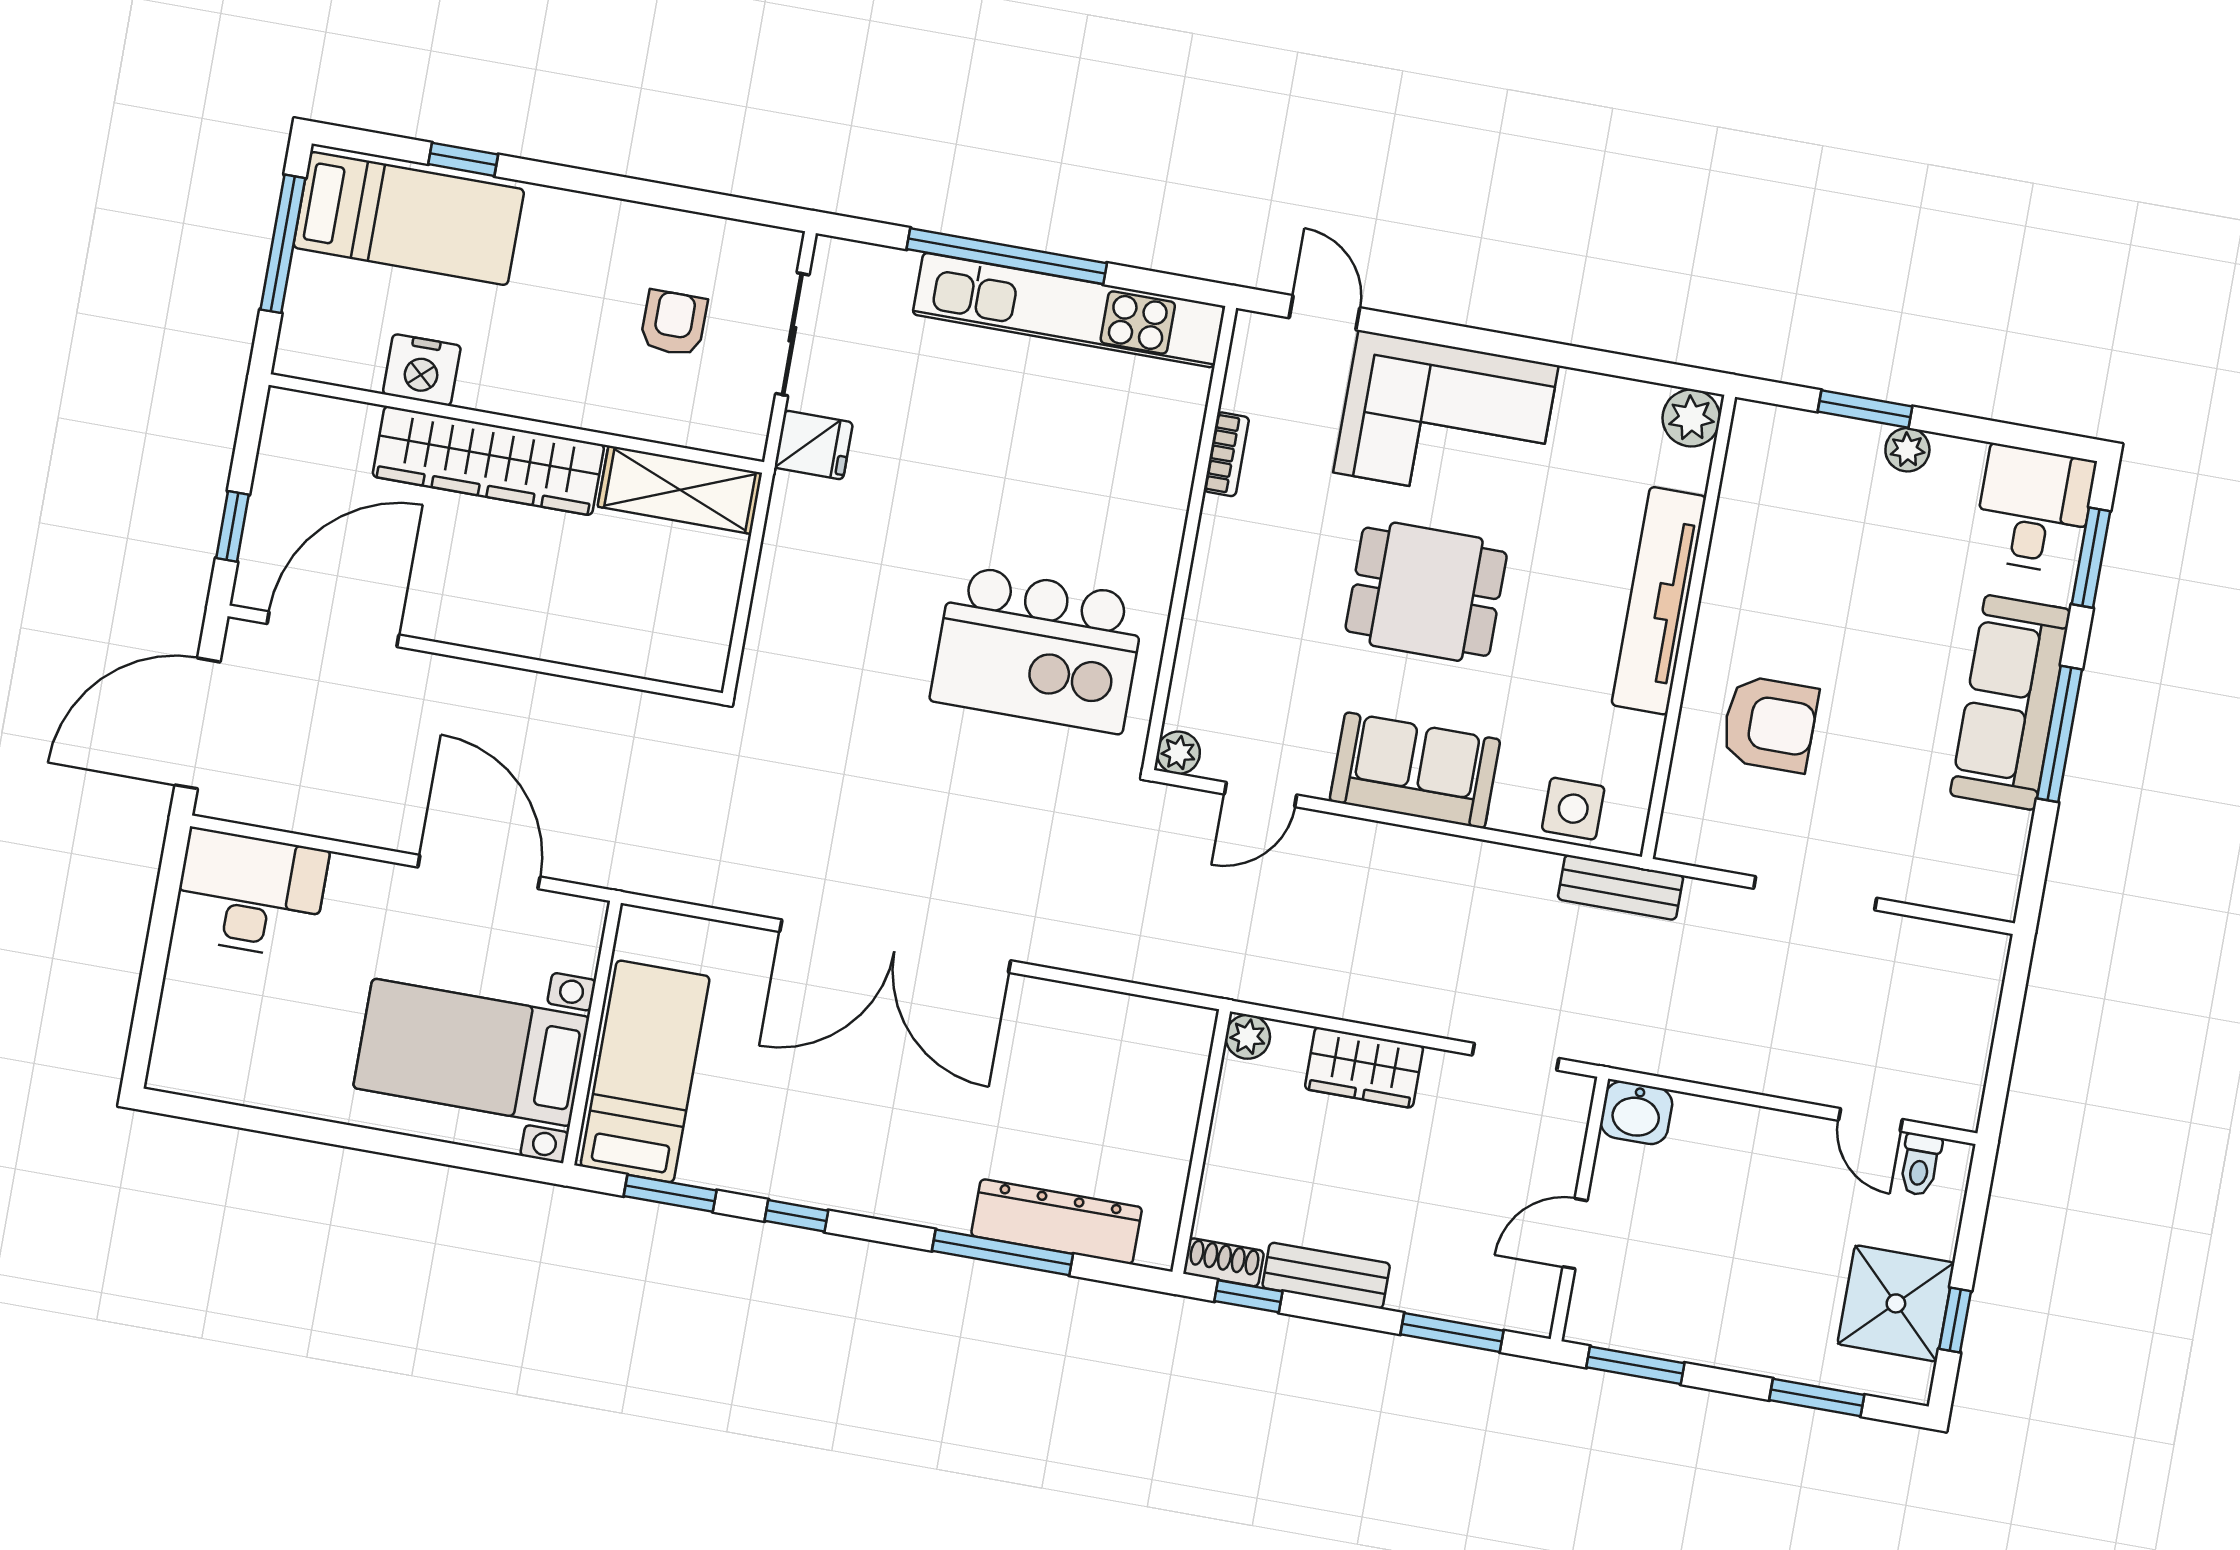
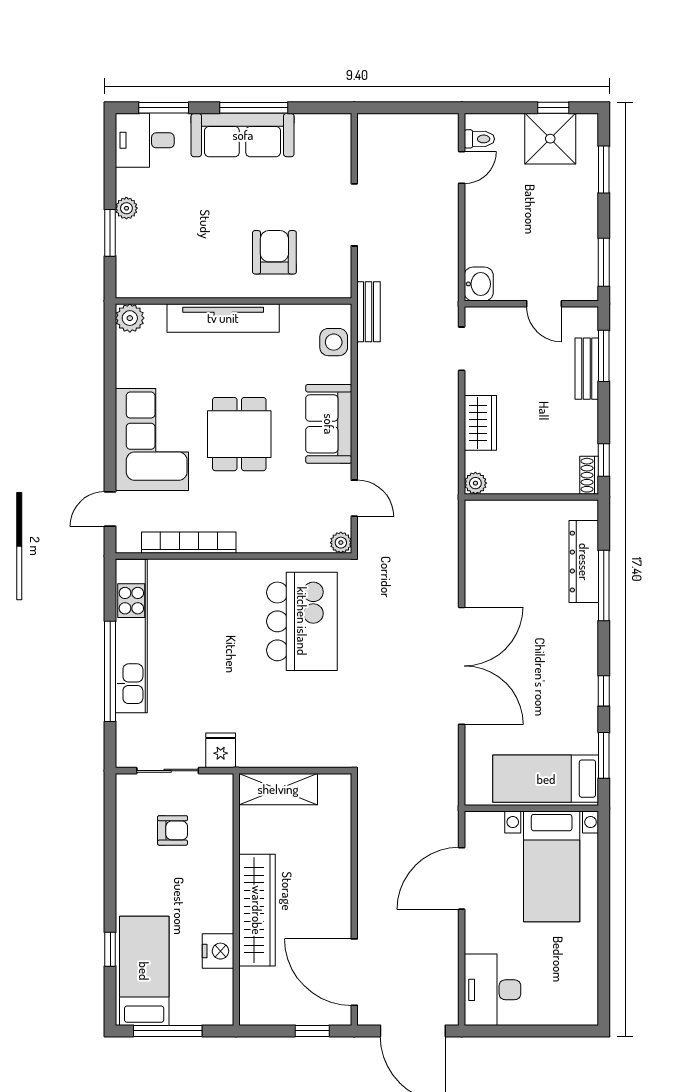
armchair: (674, 323) -> (173, 830), turned 180
bookcase: (1226, 454) -> (189, 543), width x2.31, depth x1.31
shelving: (680, 490) -> (278, 789), moved, turned 90
bench: (1326, 1276) -> (587, 369), moved

